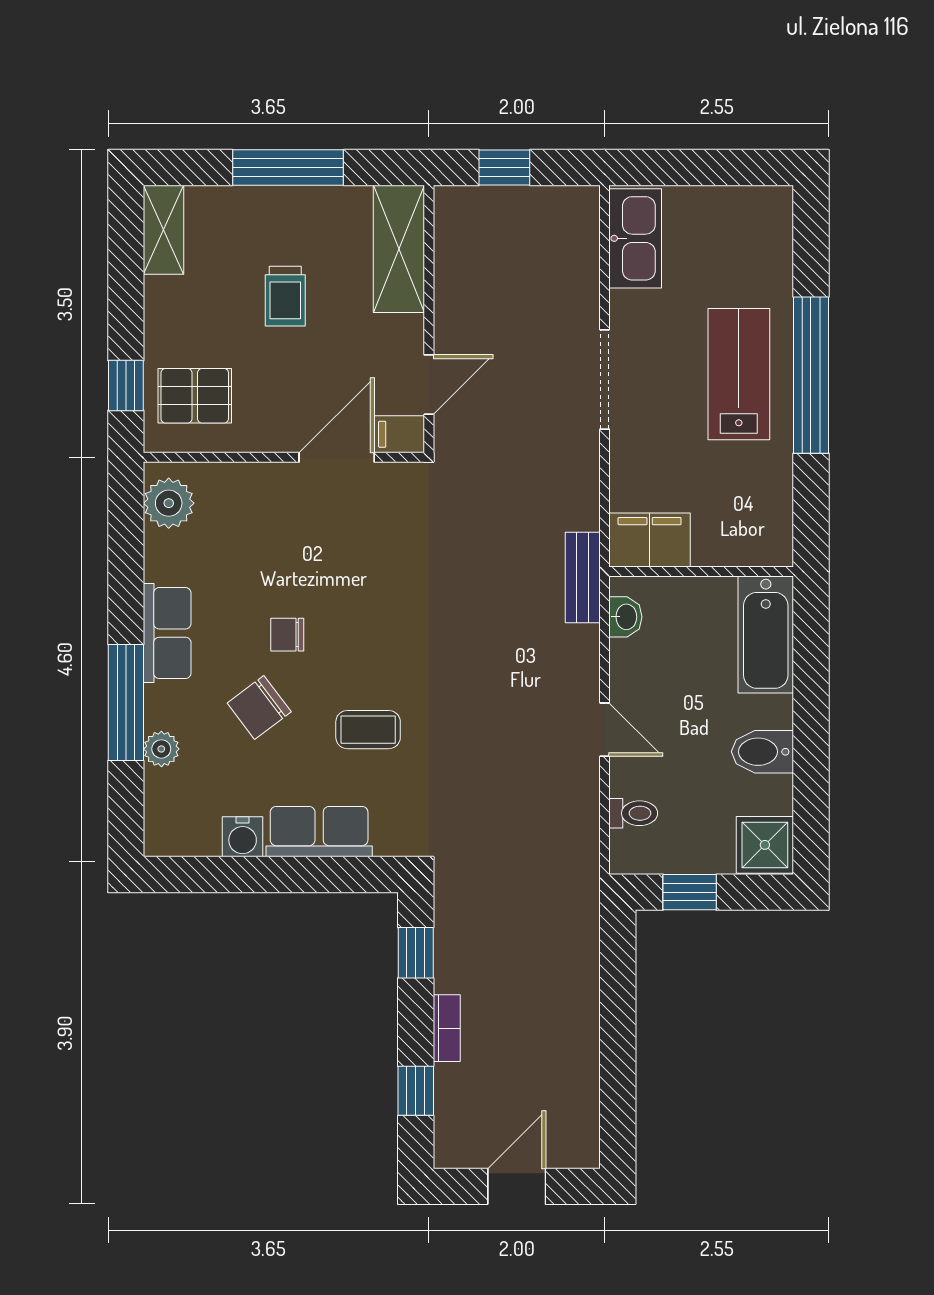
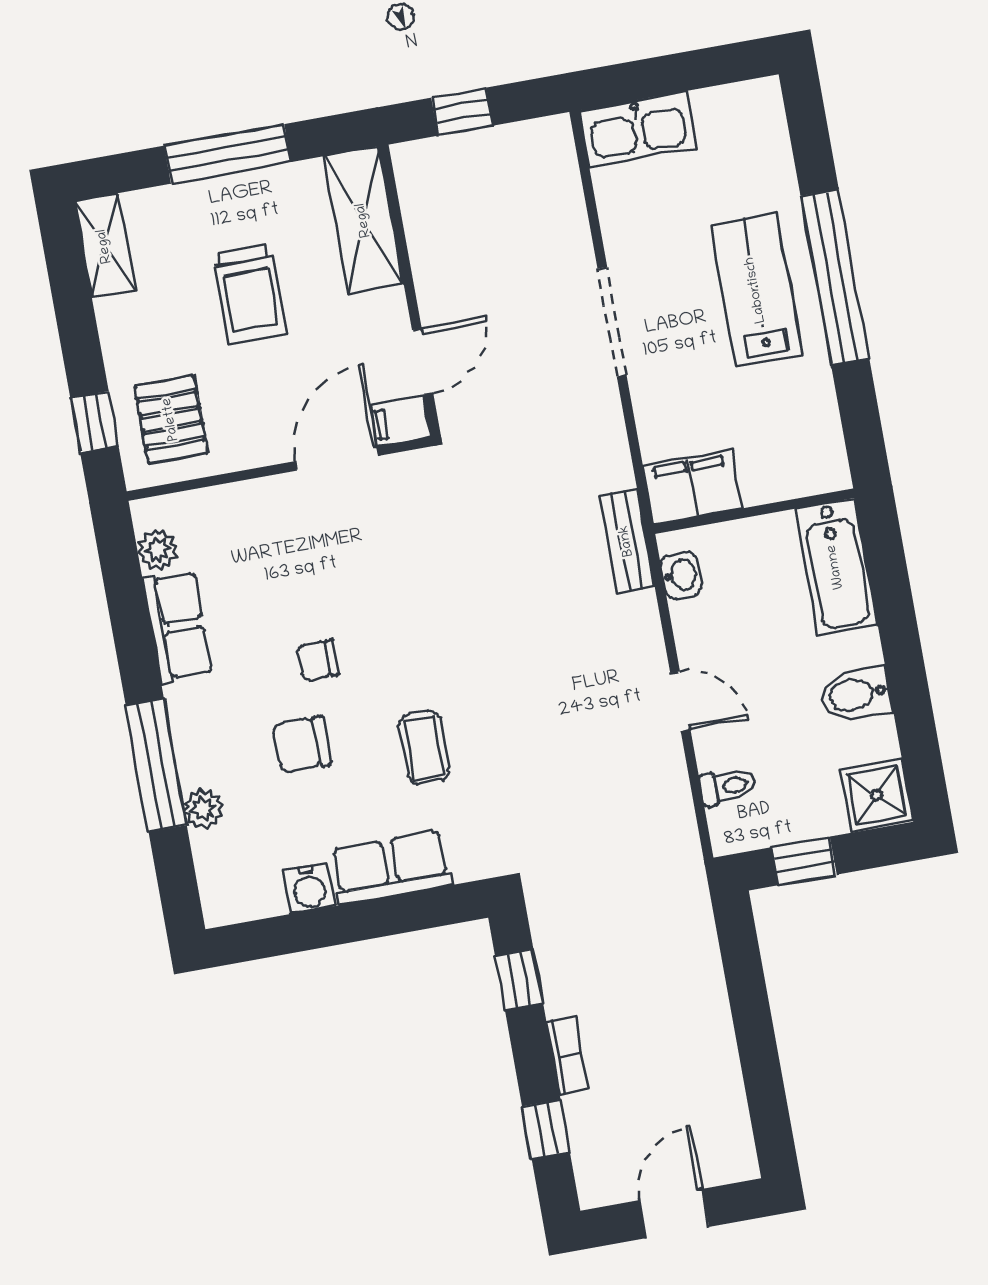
kitchen sink: (635, 238) -> (638, 129), moved, turned 90
trolley: (285, 296) -> (250, 294), width x1.36, depth x1.39
pallet: (195, 396) -> (171, 419), turned 90
plant: (169, 503) -> (158, 550), width x0.73, depth x0.73
row of seats: (167, 633) -> (177, 626), moved
chair: (259, 707) -> (302, 745), turned 37
coffee table: (368, 730) -> (424, 747), turned 90

